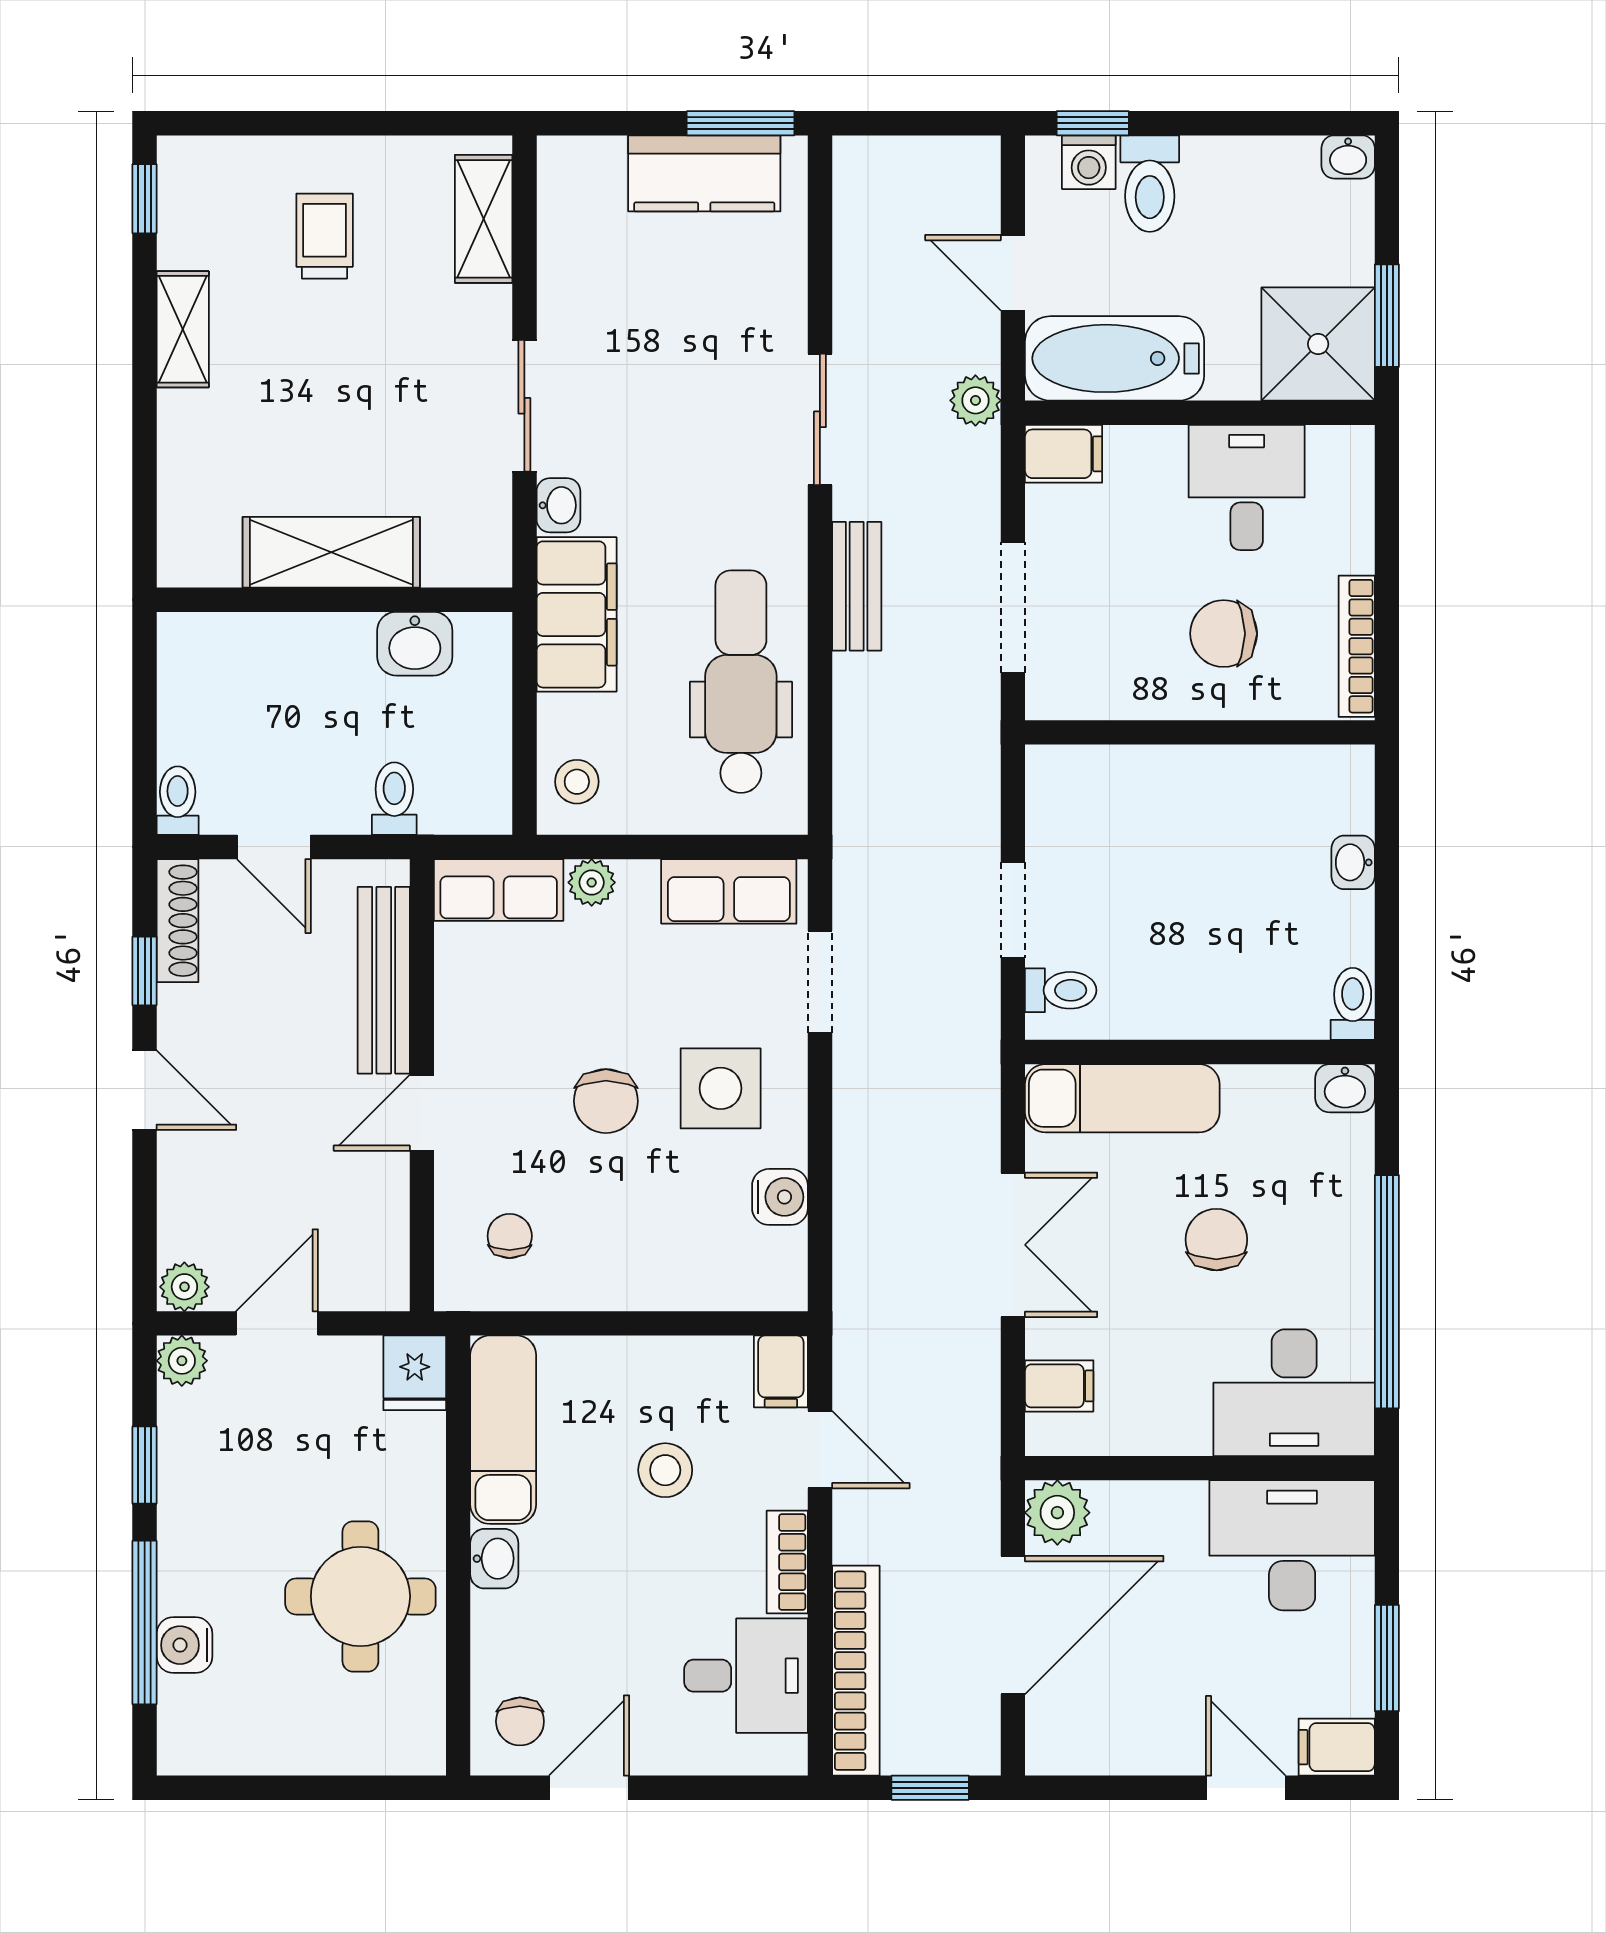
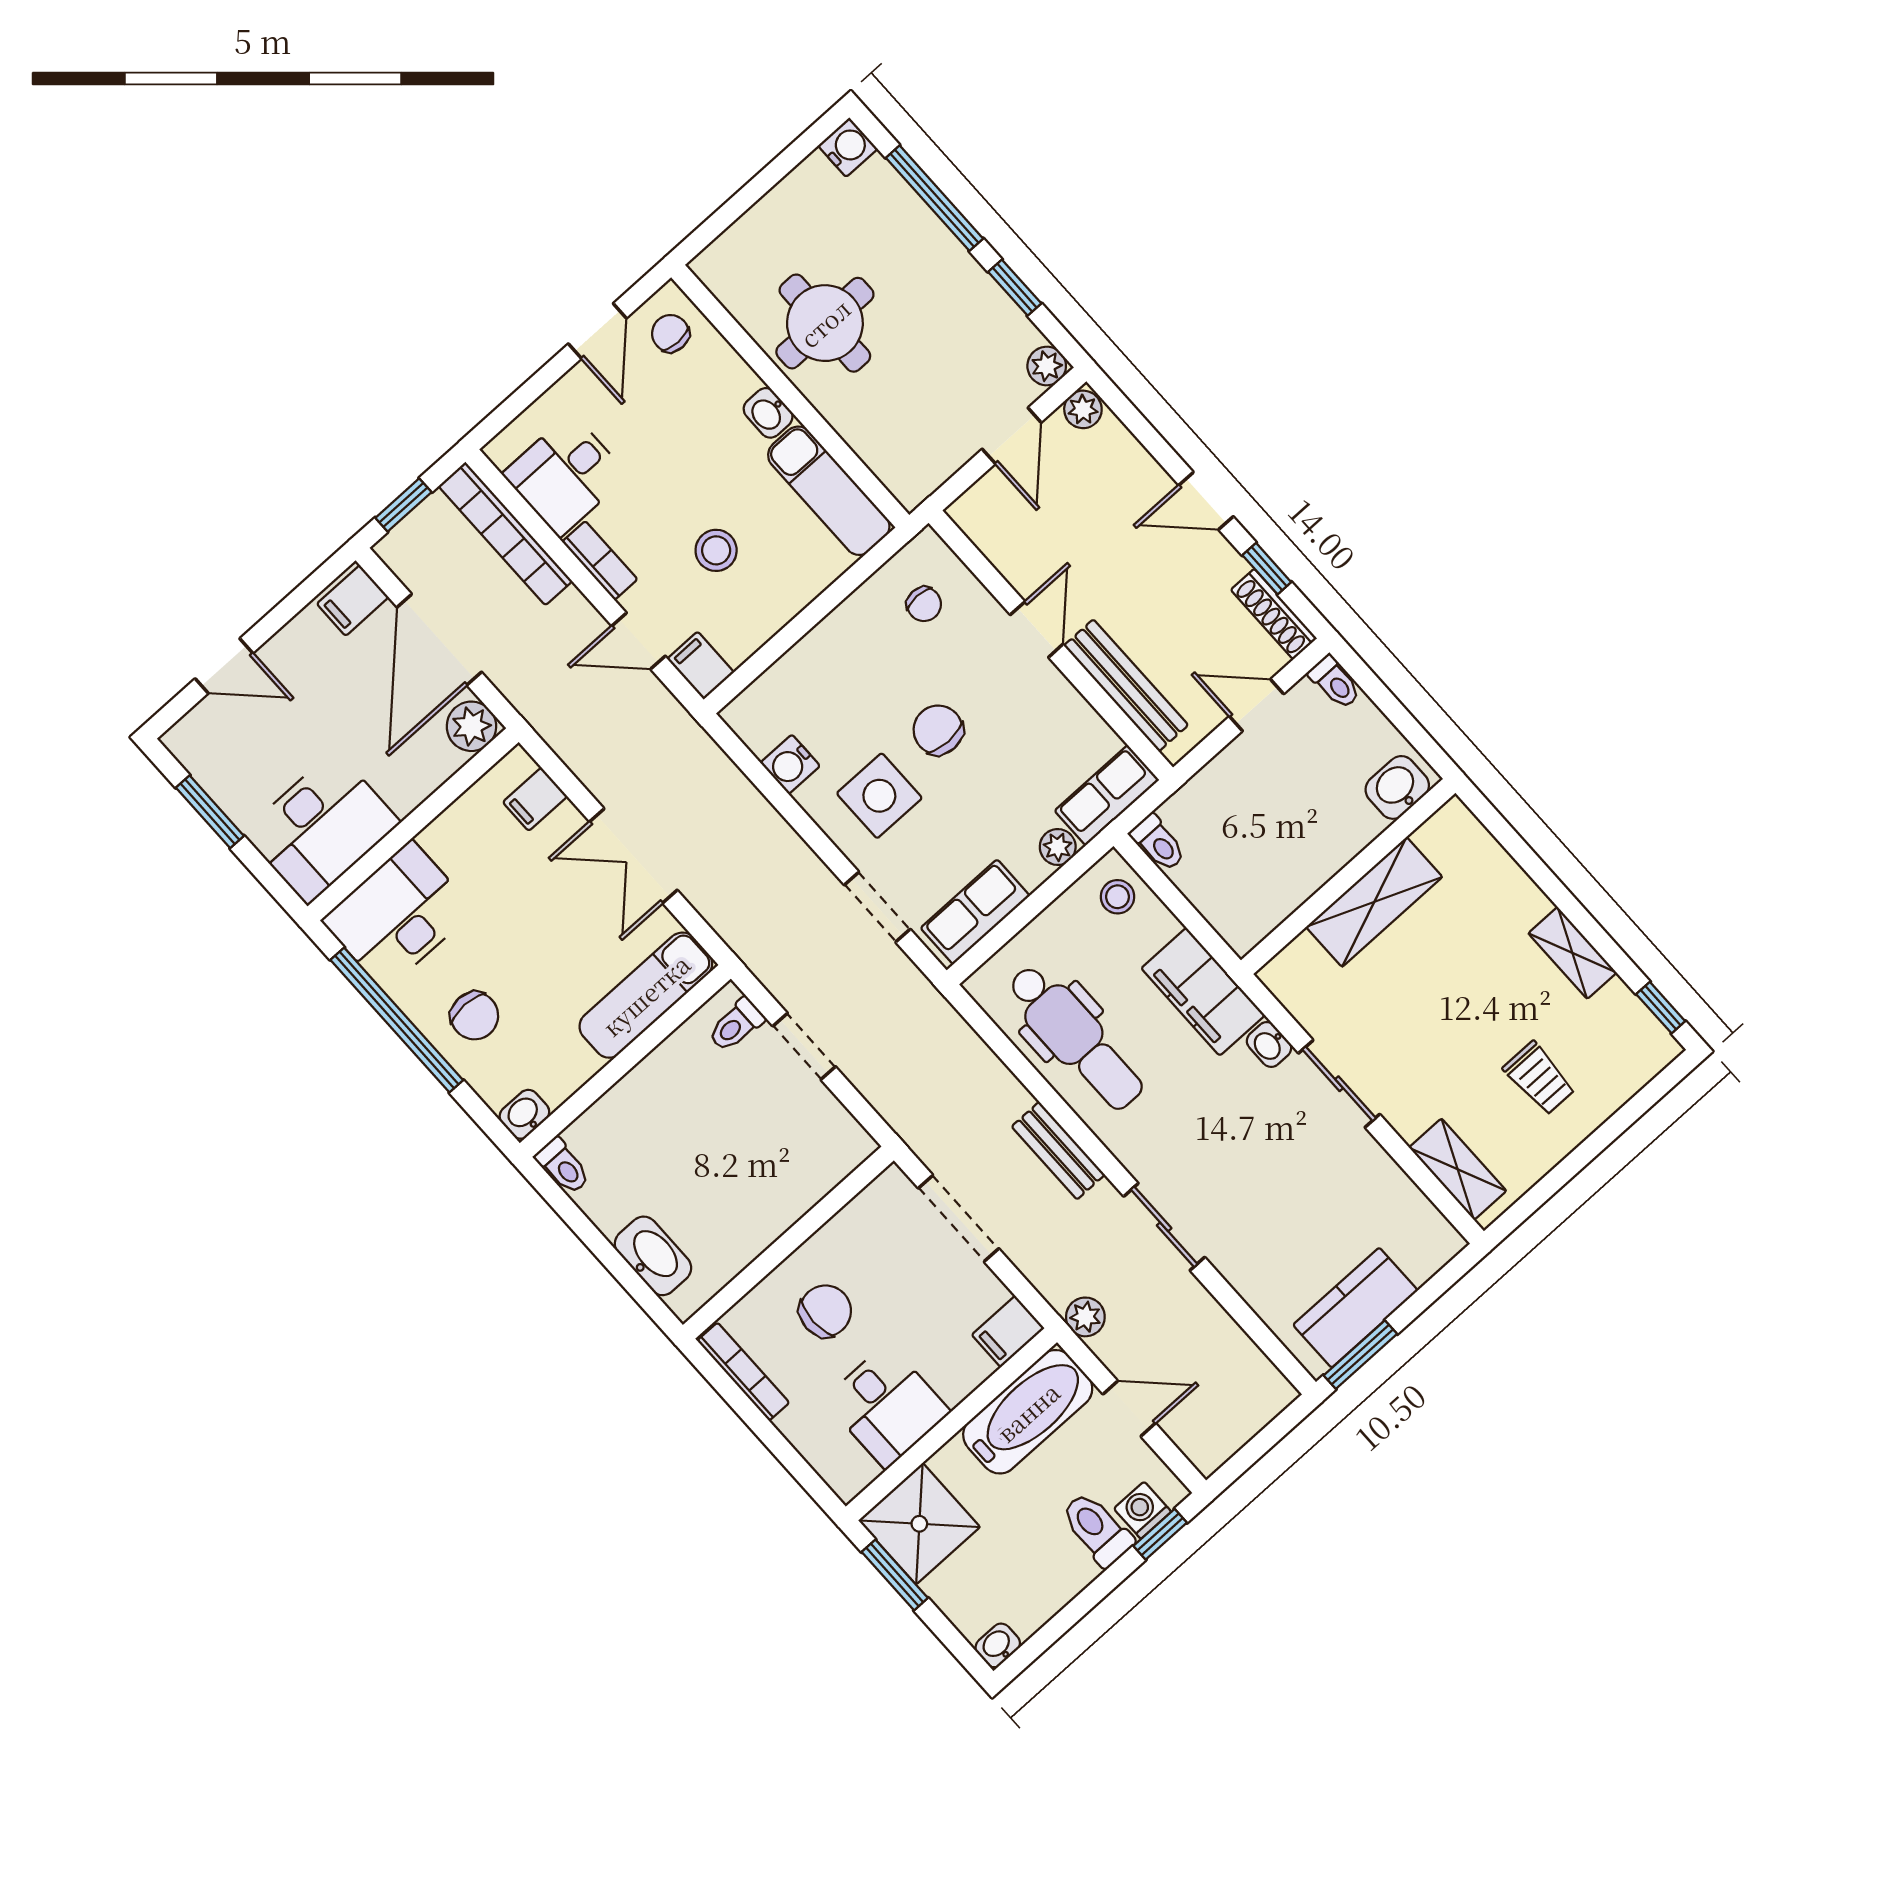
washbasin: (415, 644) -> (1397, 787), moved
toilet: (394, 799) -> (1158, 843), moved
washbasin: (1353, 862) -> (653, 1256), width x1.91, depth x1.45
chair: (1216, 1240) -> (474, 1016), moved
fridge: (415, 1373) -> (908, 478), removed
water cooler: (184, 1645) -> (848, 147), moved
filing cabinet: (1337, 1747) -> (353, 601), moved, turned 180

